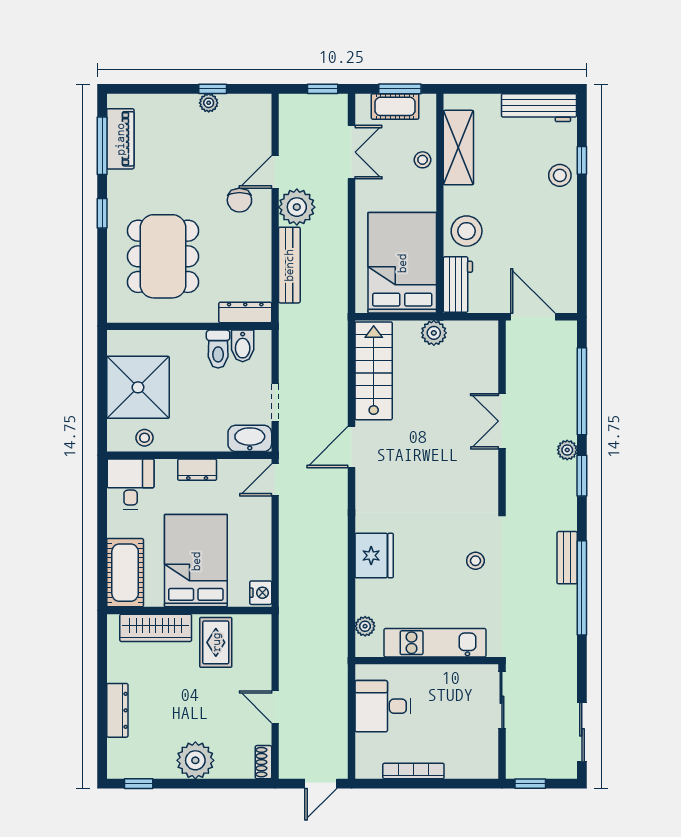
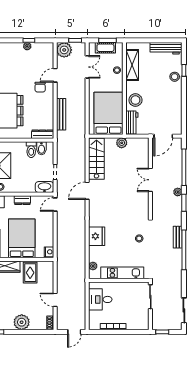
plant: (297, 207) -> (64, 50), moved
door: (533, 317) -> (163, 136), swing flipped

